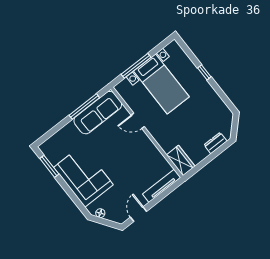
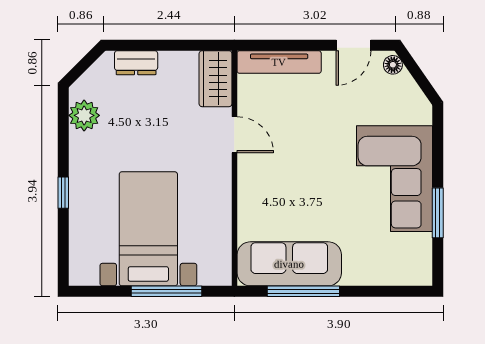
plant: (219, 108) -> (84, 115), added
door: (138, 121) -> (234, 135), moved
window: (49, 166) -> (438, 213), moved
floor lamp: (100, 213) -> (393, 65), moved

